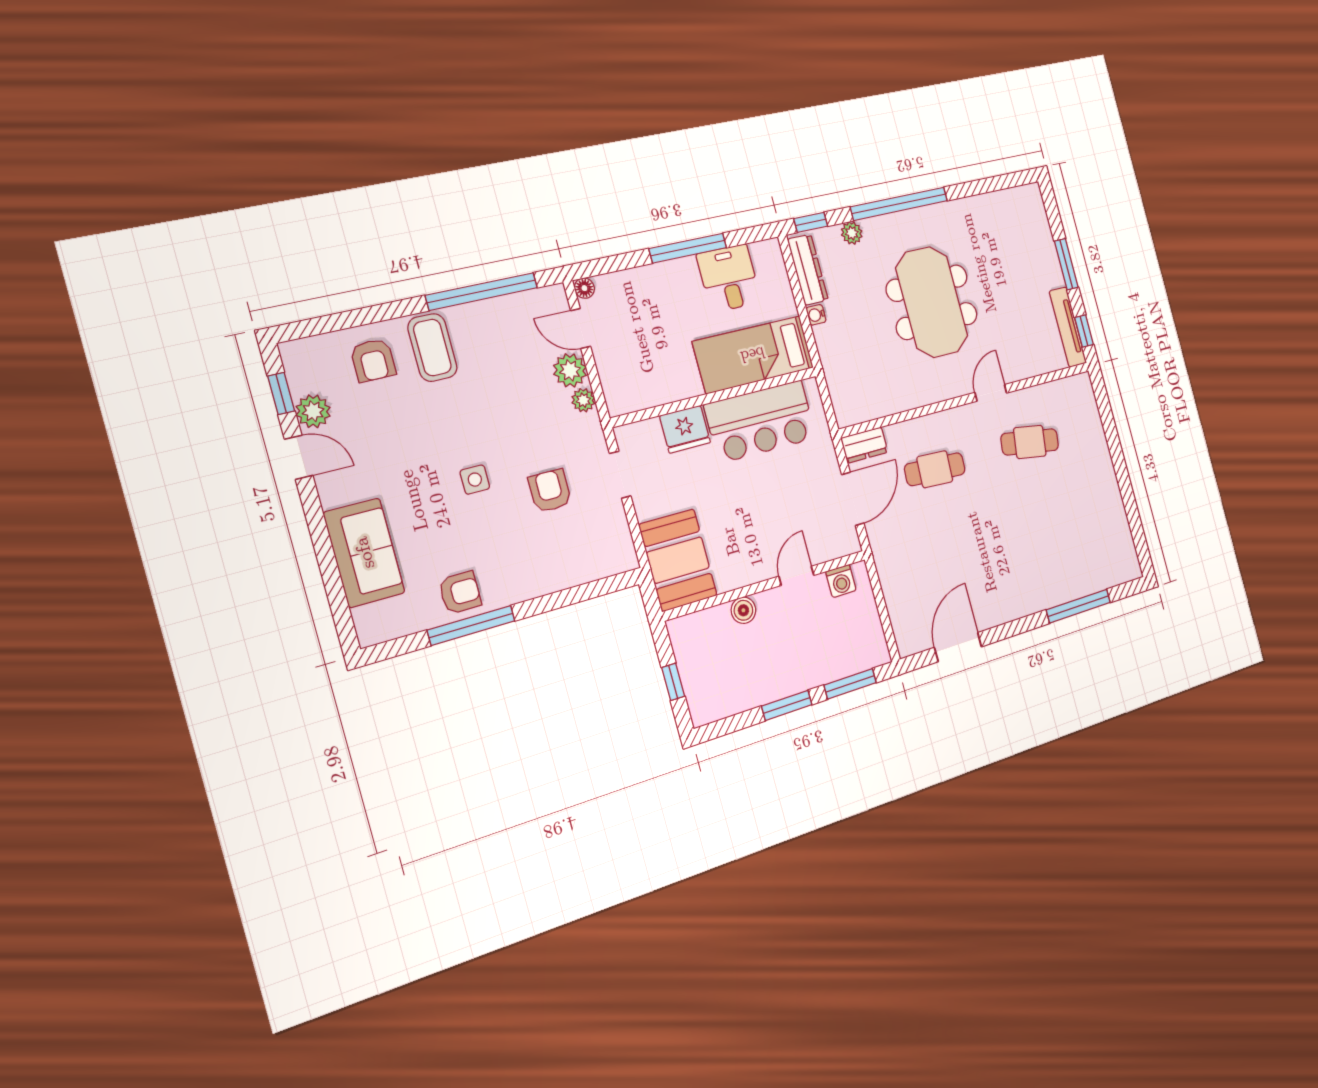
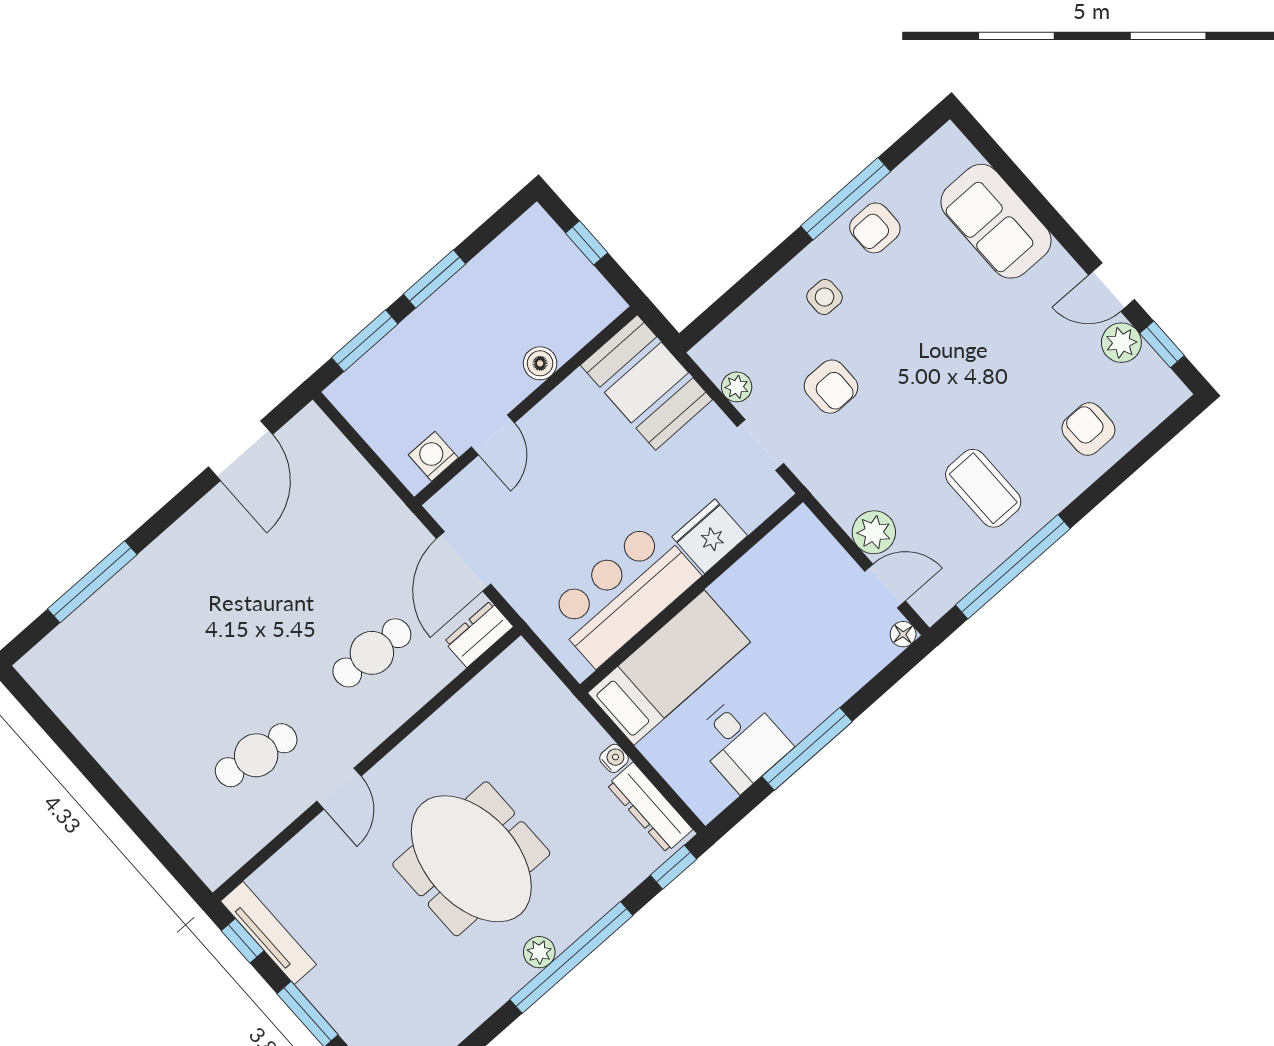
plant: (852, 233) -> (539, 952), moved
coffee table: (432, 348) -> (983, 488), moved
plant: (583, 400) -> (737, 387), moved
side table: (475, 480) -> (825, 297), moved

